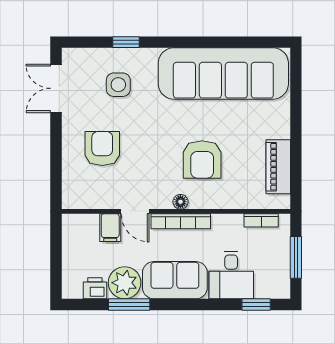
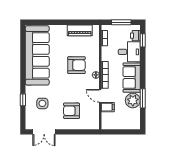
door: (135, 211) -> (100, 96), swing flipped
printer: (95, 288) -> (135, 36), moved

